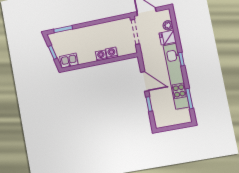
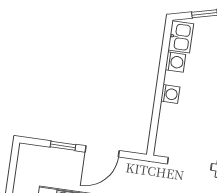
washing machine: (112, 53) -> (175, 62), moved

